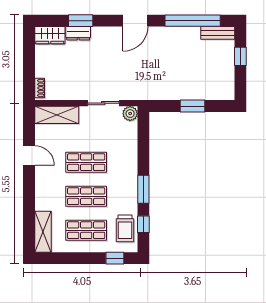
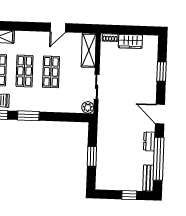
dresser: (78, 33) -> (149, 141), moved
wardrobe: (50, 35) -> (130, 41), moved, turned -90

